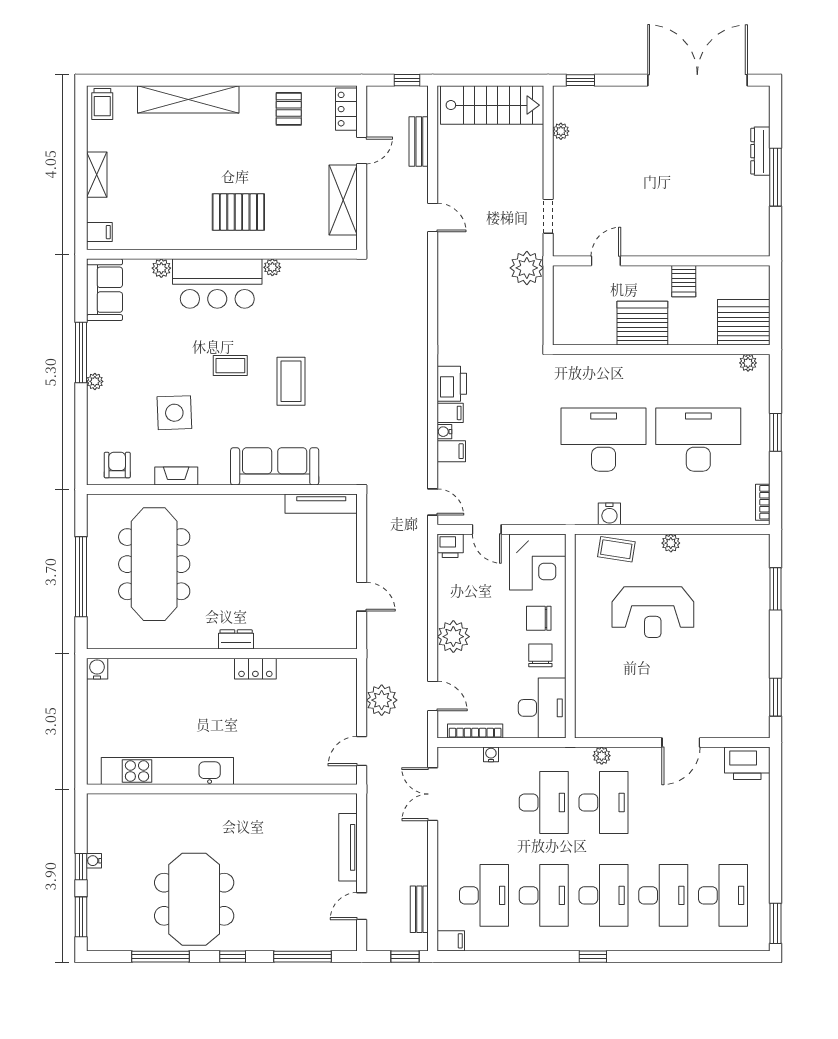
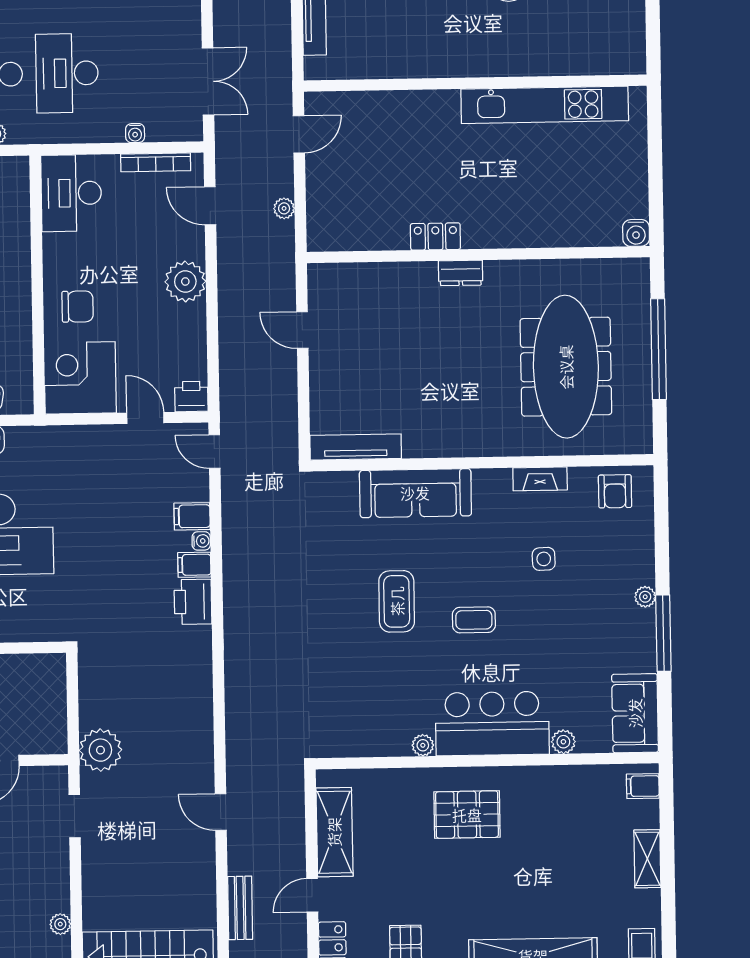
side table: (174, 413) -> (544, 559), width x0.54, depth x0.54
chair: (540, 655) -> (75, 259), removed
plant: (382, 700) -> (284, 208), width x0.53, depth x0.53

